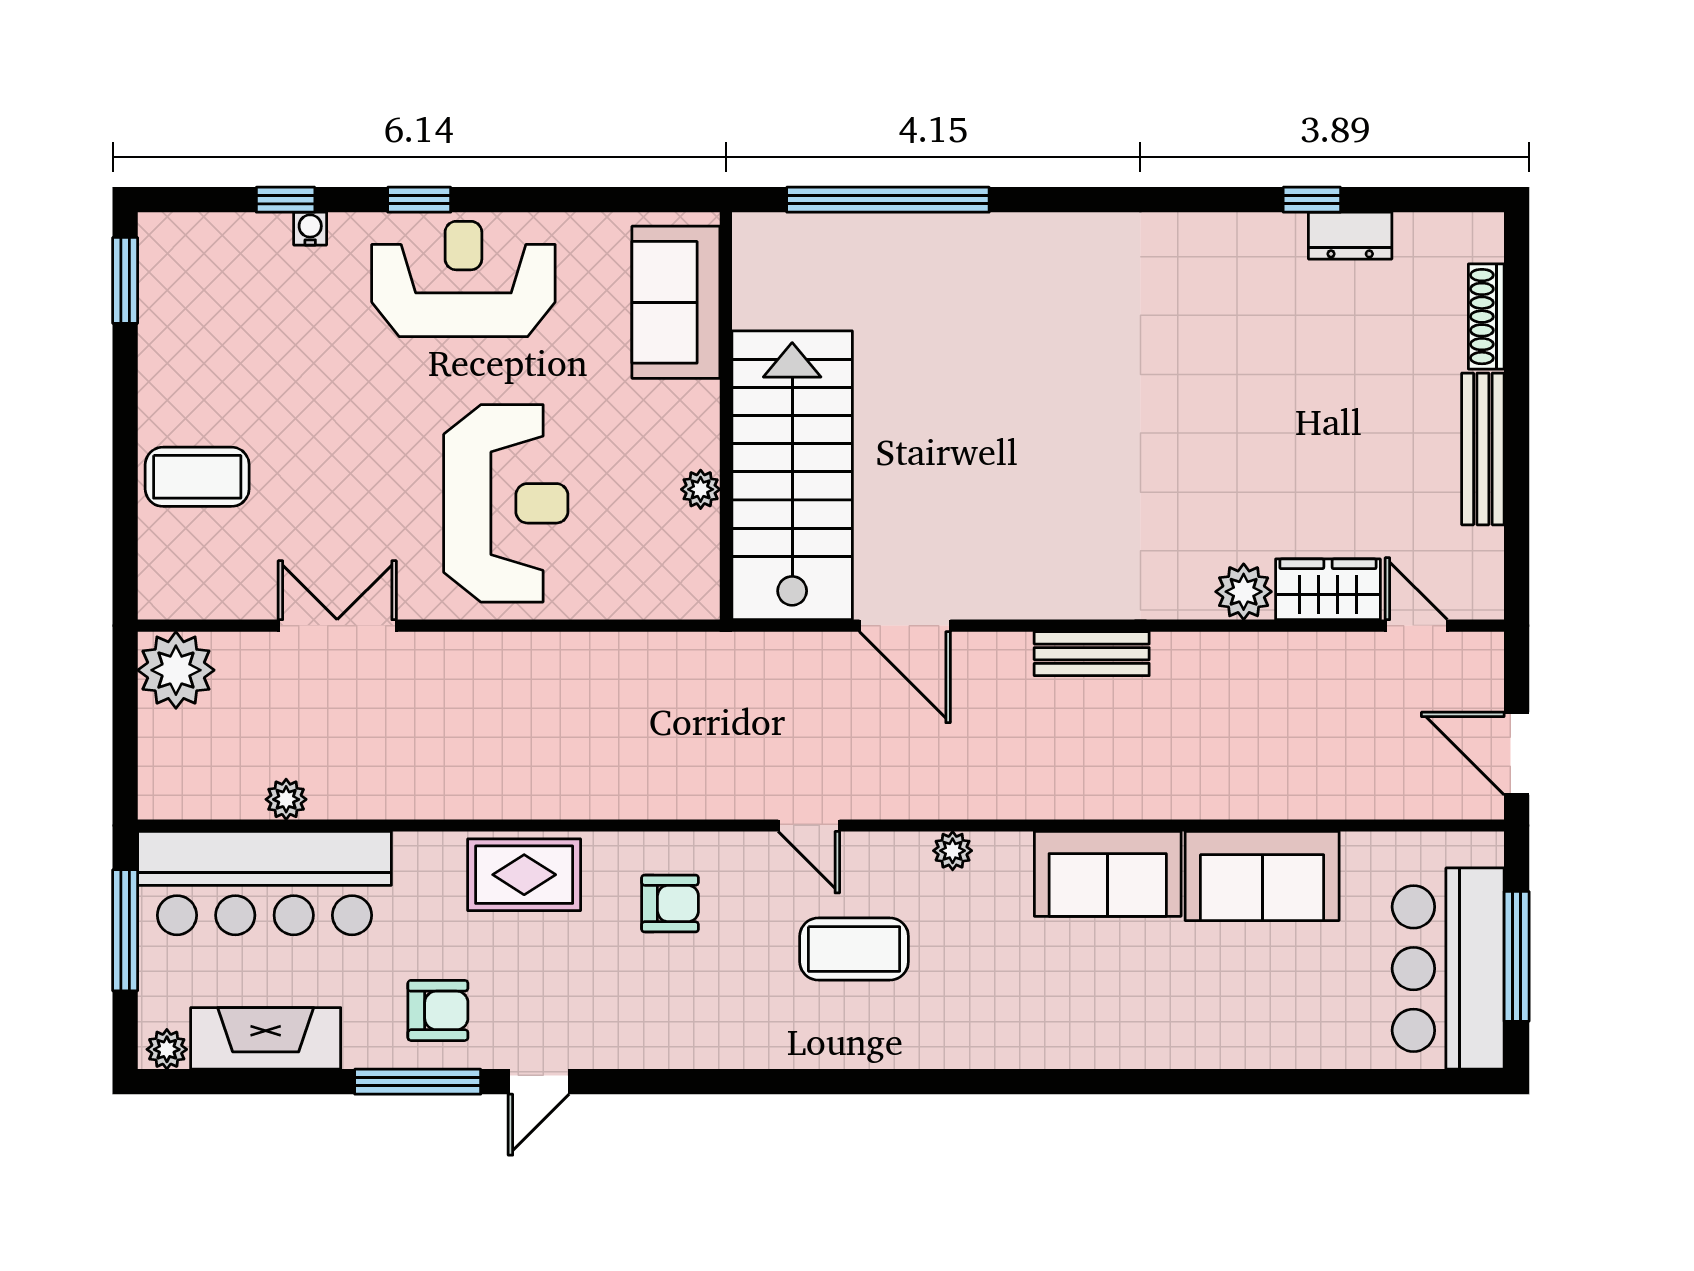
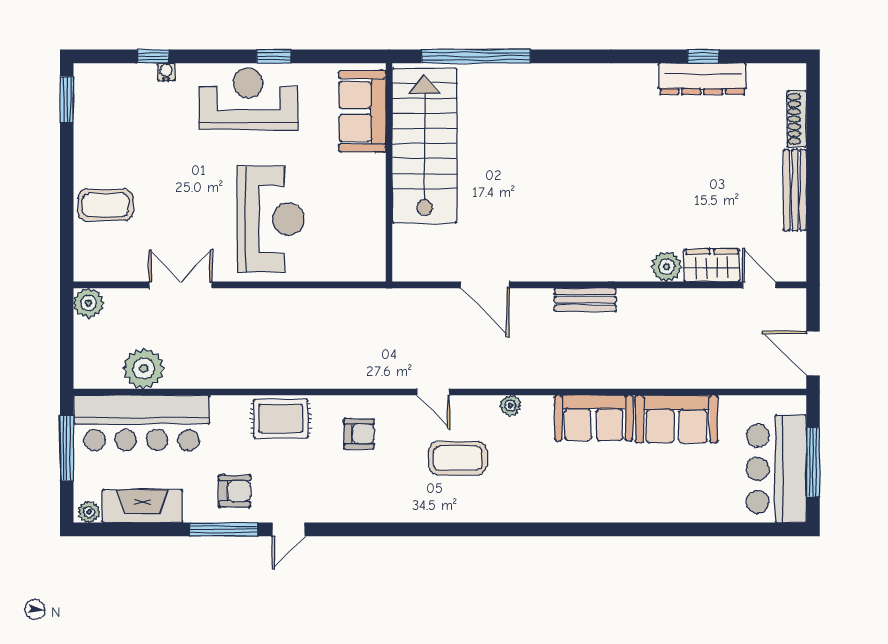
window: (419, 200) -> (274, 56), moved
dresser: (1350, 236) -> (702, 79), width x1.96, depth x1.24
stairs: (792, 475) -> (424, 146), moved
plant: (701, 489) -> (375, 212), removed
plant: (176, 670) -> (89, 303), width x0.73, depth x0.73
plant: (286, 799) -> (144, 368), width x1.88, depth x1.88

